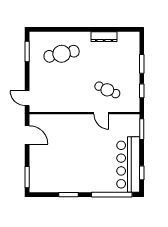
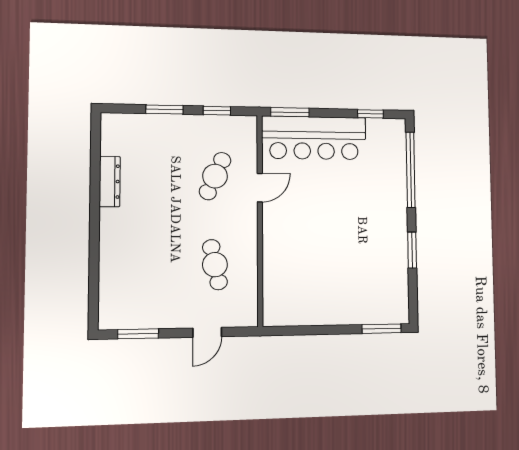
cafe table: (62, 54) -> (215, 265), moved, width x0.73, depth x0.74
door: (27, 98) -> (207, 332), moved
door: (27, 135) -> (302, 330), removed
bar counter: (128, 165) -> (314, 138), moved

